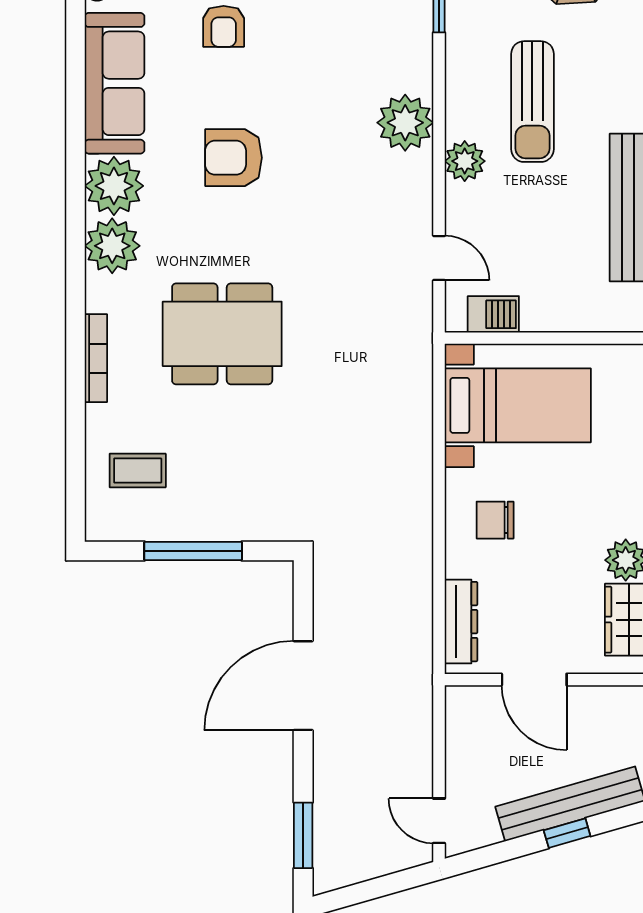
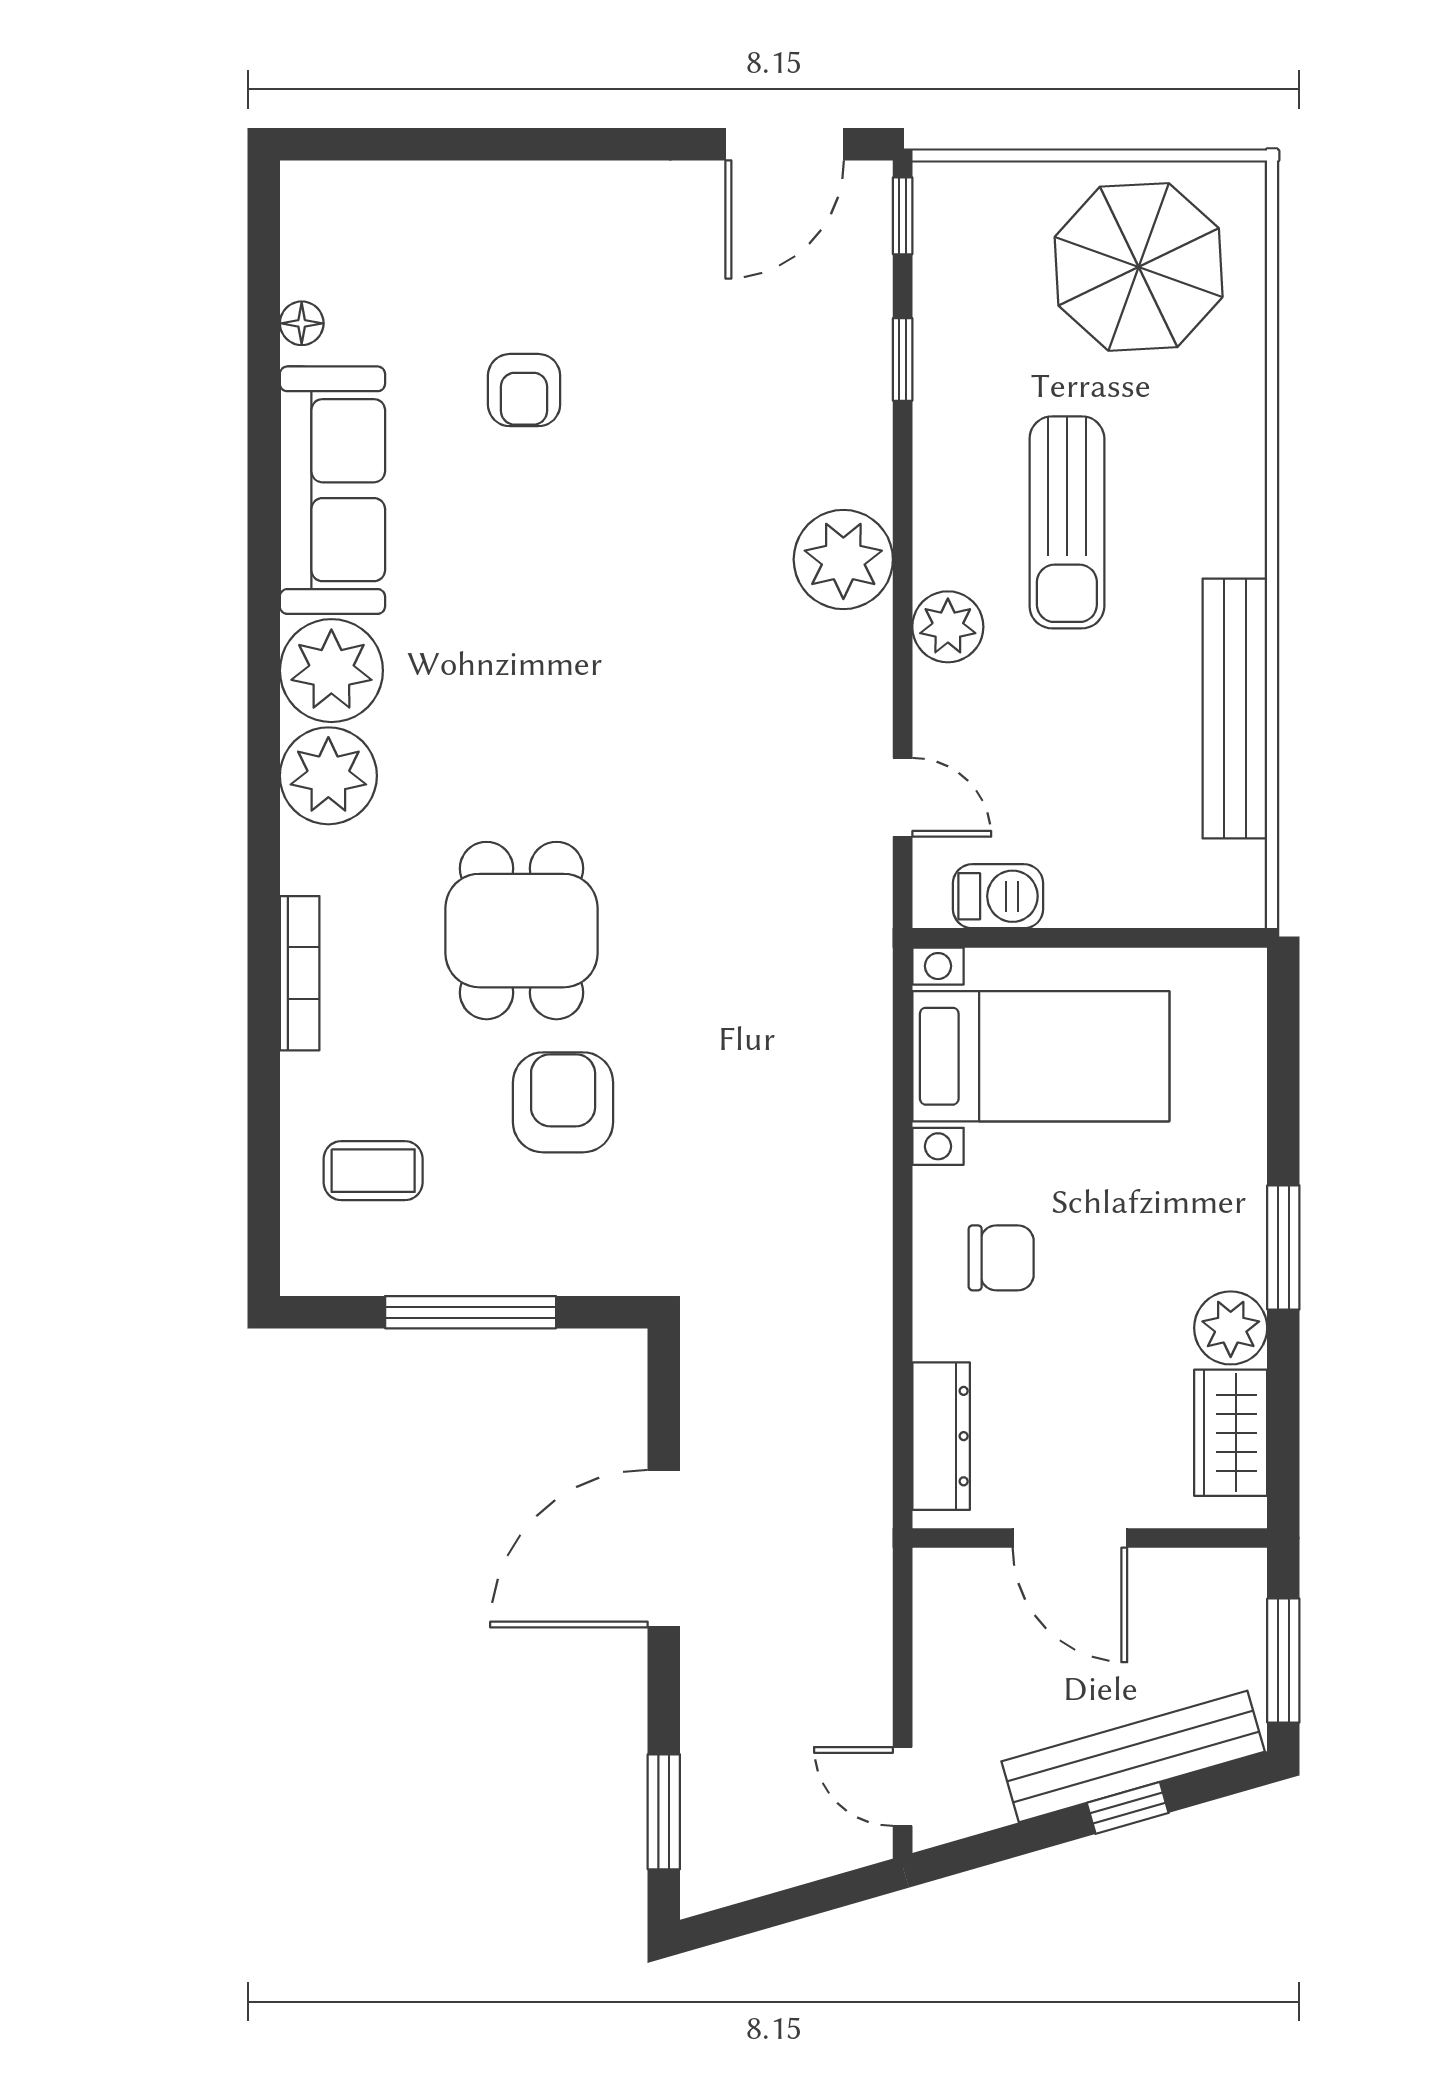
armchair: (233, 158) -> (563, 1102), moved, turned 90
dining table: (222, 334) -> (521, 931), width x0.73
chair: (495, 520) -> (1001, 1258), turned 180

